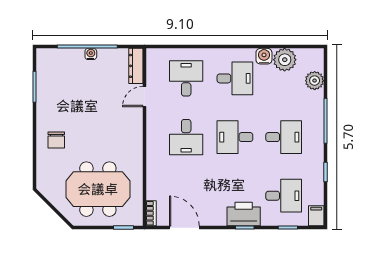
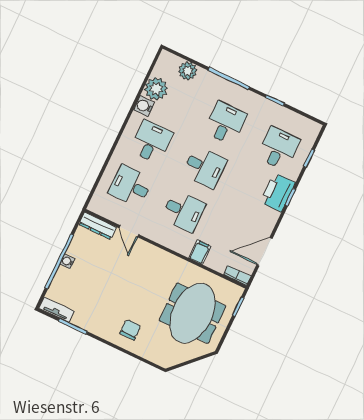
tv unit: (43, 65) -> (57, 310), added
desk: (235, 137) -> (204, 167), turned -90
chair: (56, 140) -> (130, 330), turned -90
filing cabinet: (316, 216) -> (200, 252), moved, turned 90

